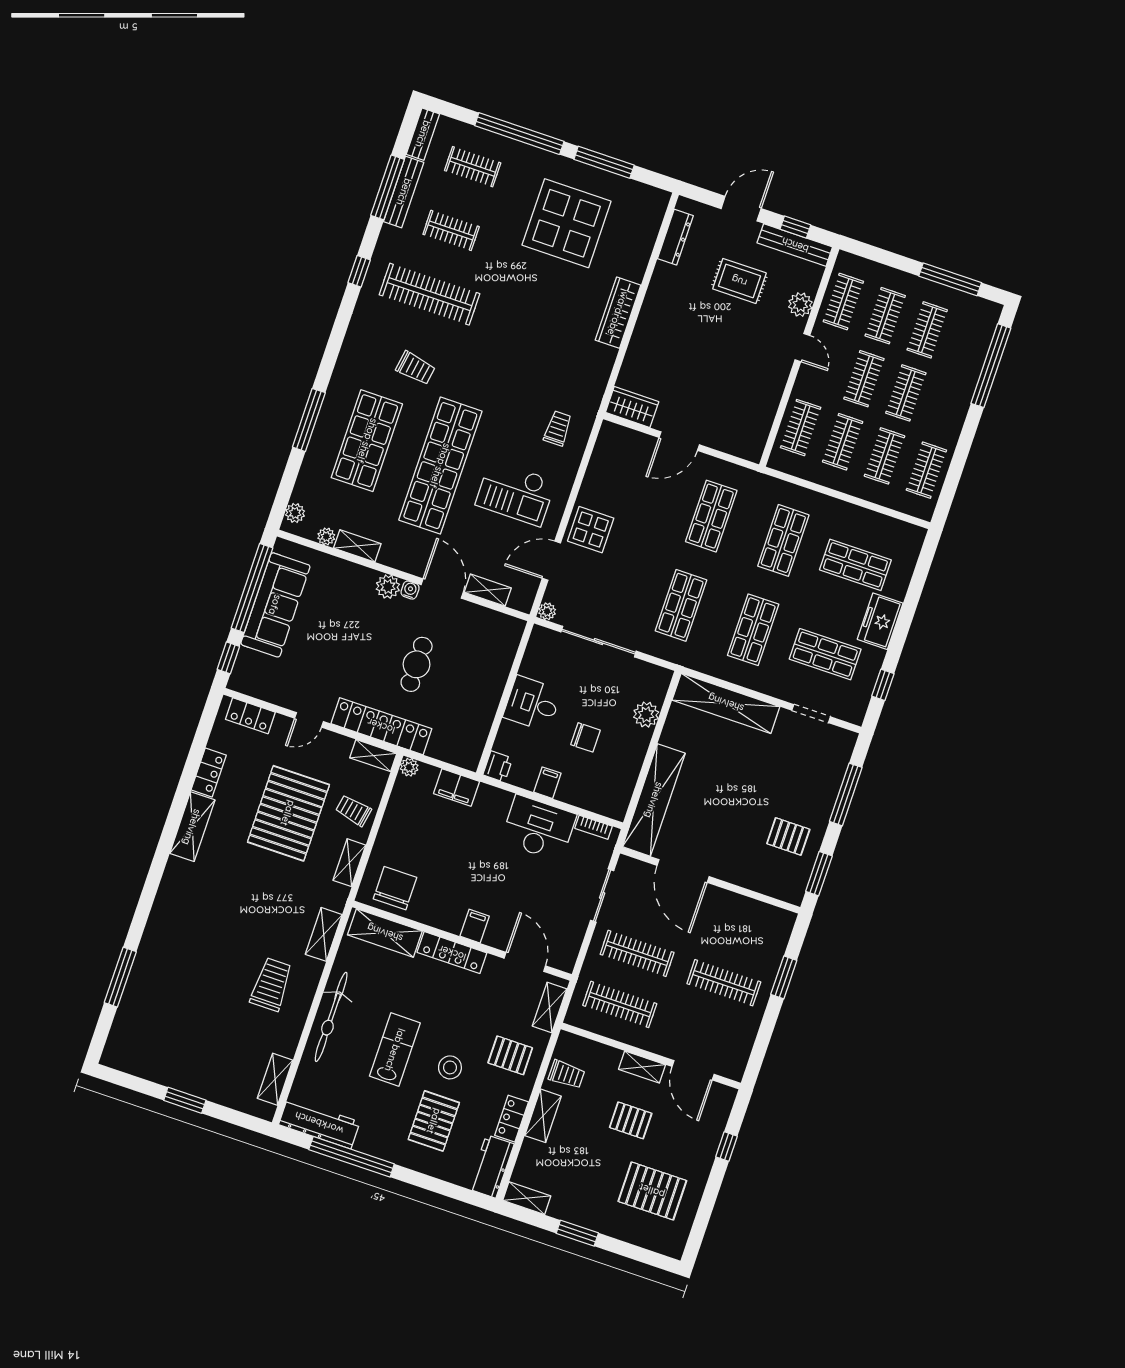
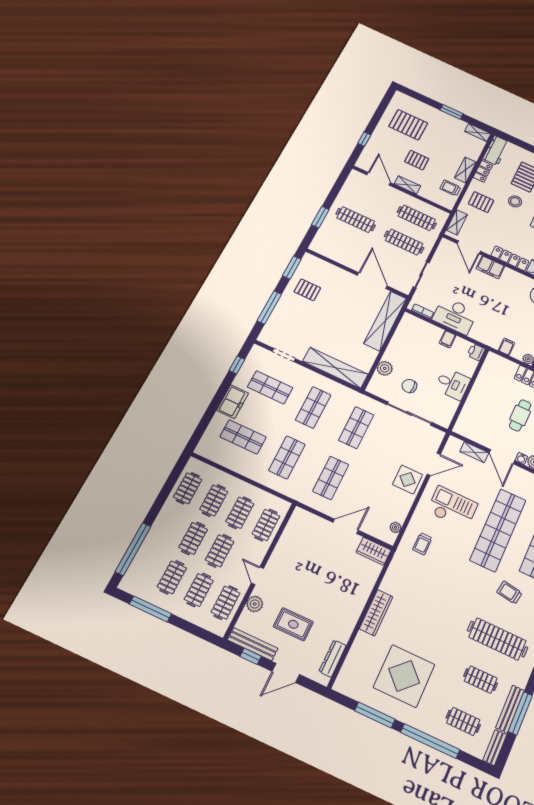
plant: (547, 611) -> (395, 527), moved
chair: (585, 737) -> (409, 386), moved
filing cabinet: (456, 787) -> (507, 347), width x0.50
filing cabinet: (475, 926) -> (490, 267), width x2.00

